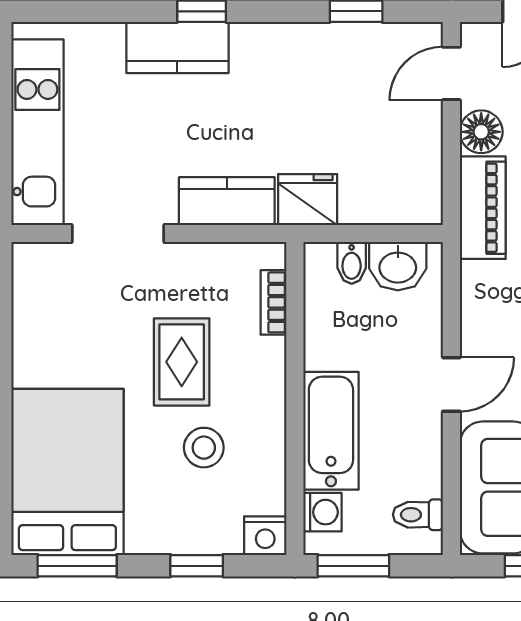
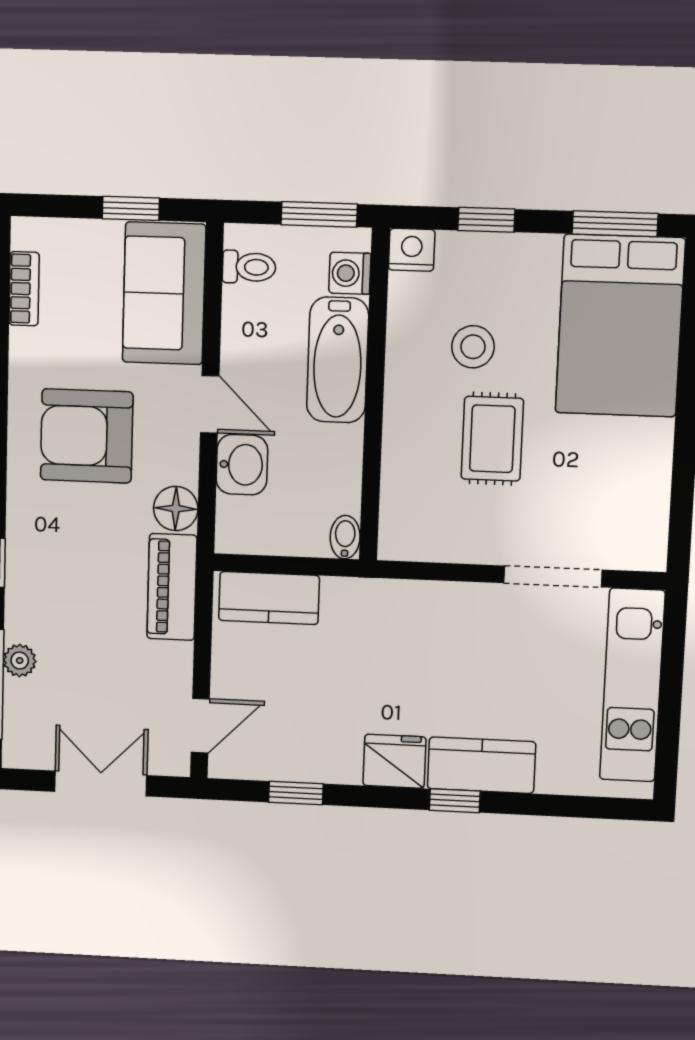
floor lamp: (481, 132) -> (176, 509), moved
fridge: (308, 200) -> (394, 761), moved, turned 180
kitchen counter: (227, 201) -> (269, 598), moved
bidet: (352, 263) -> (345, 537), moved
washbasin: (398, 266) -> (242, 465), moved, turned 90
bookcase: (273, 302) -> (393, 498), removed
door: (451, 384) -> (210, 404), swing flipped

